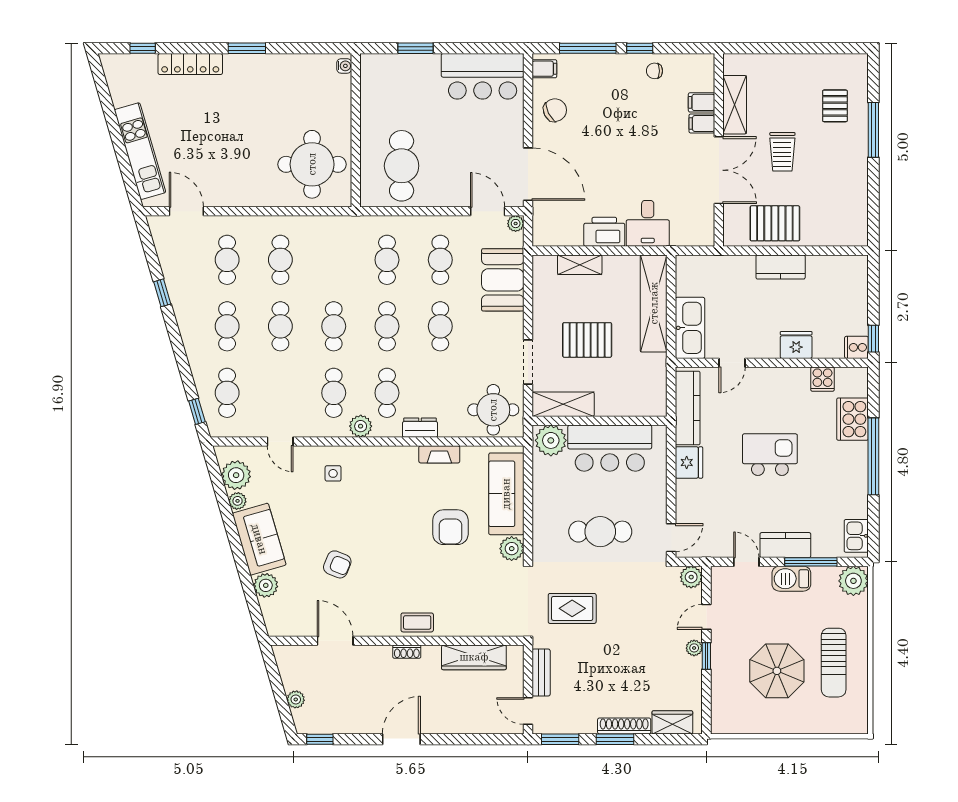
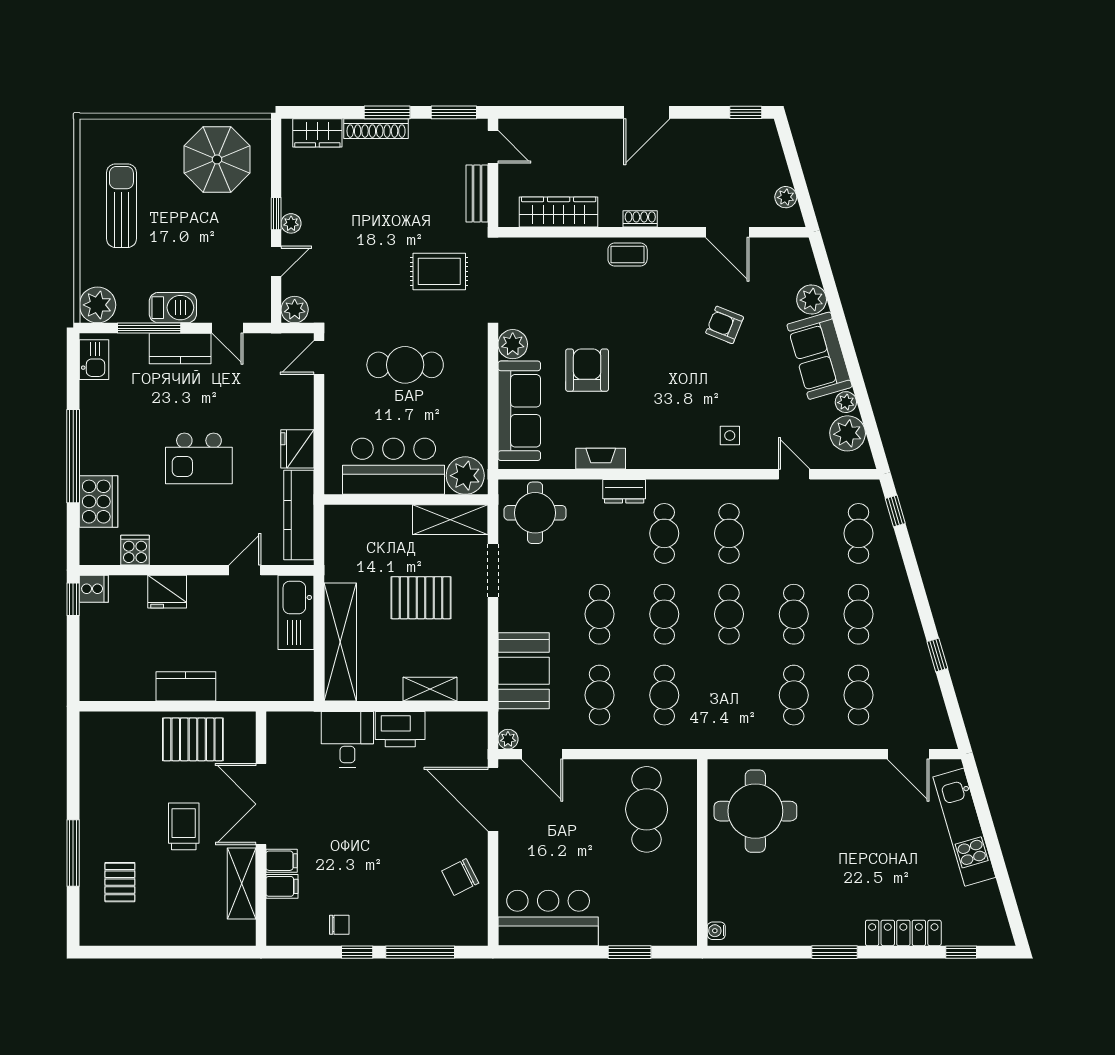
filing cabinet: (544, 69) -> (473, 927), removed
plant: (361, 426) -> (696, 493), removed
parasol: (777, 671) -> (217, 159), moved
plant: (296, 699) -> (786, 197), moved

